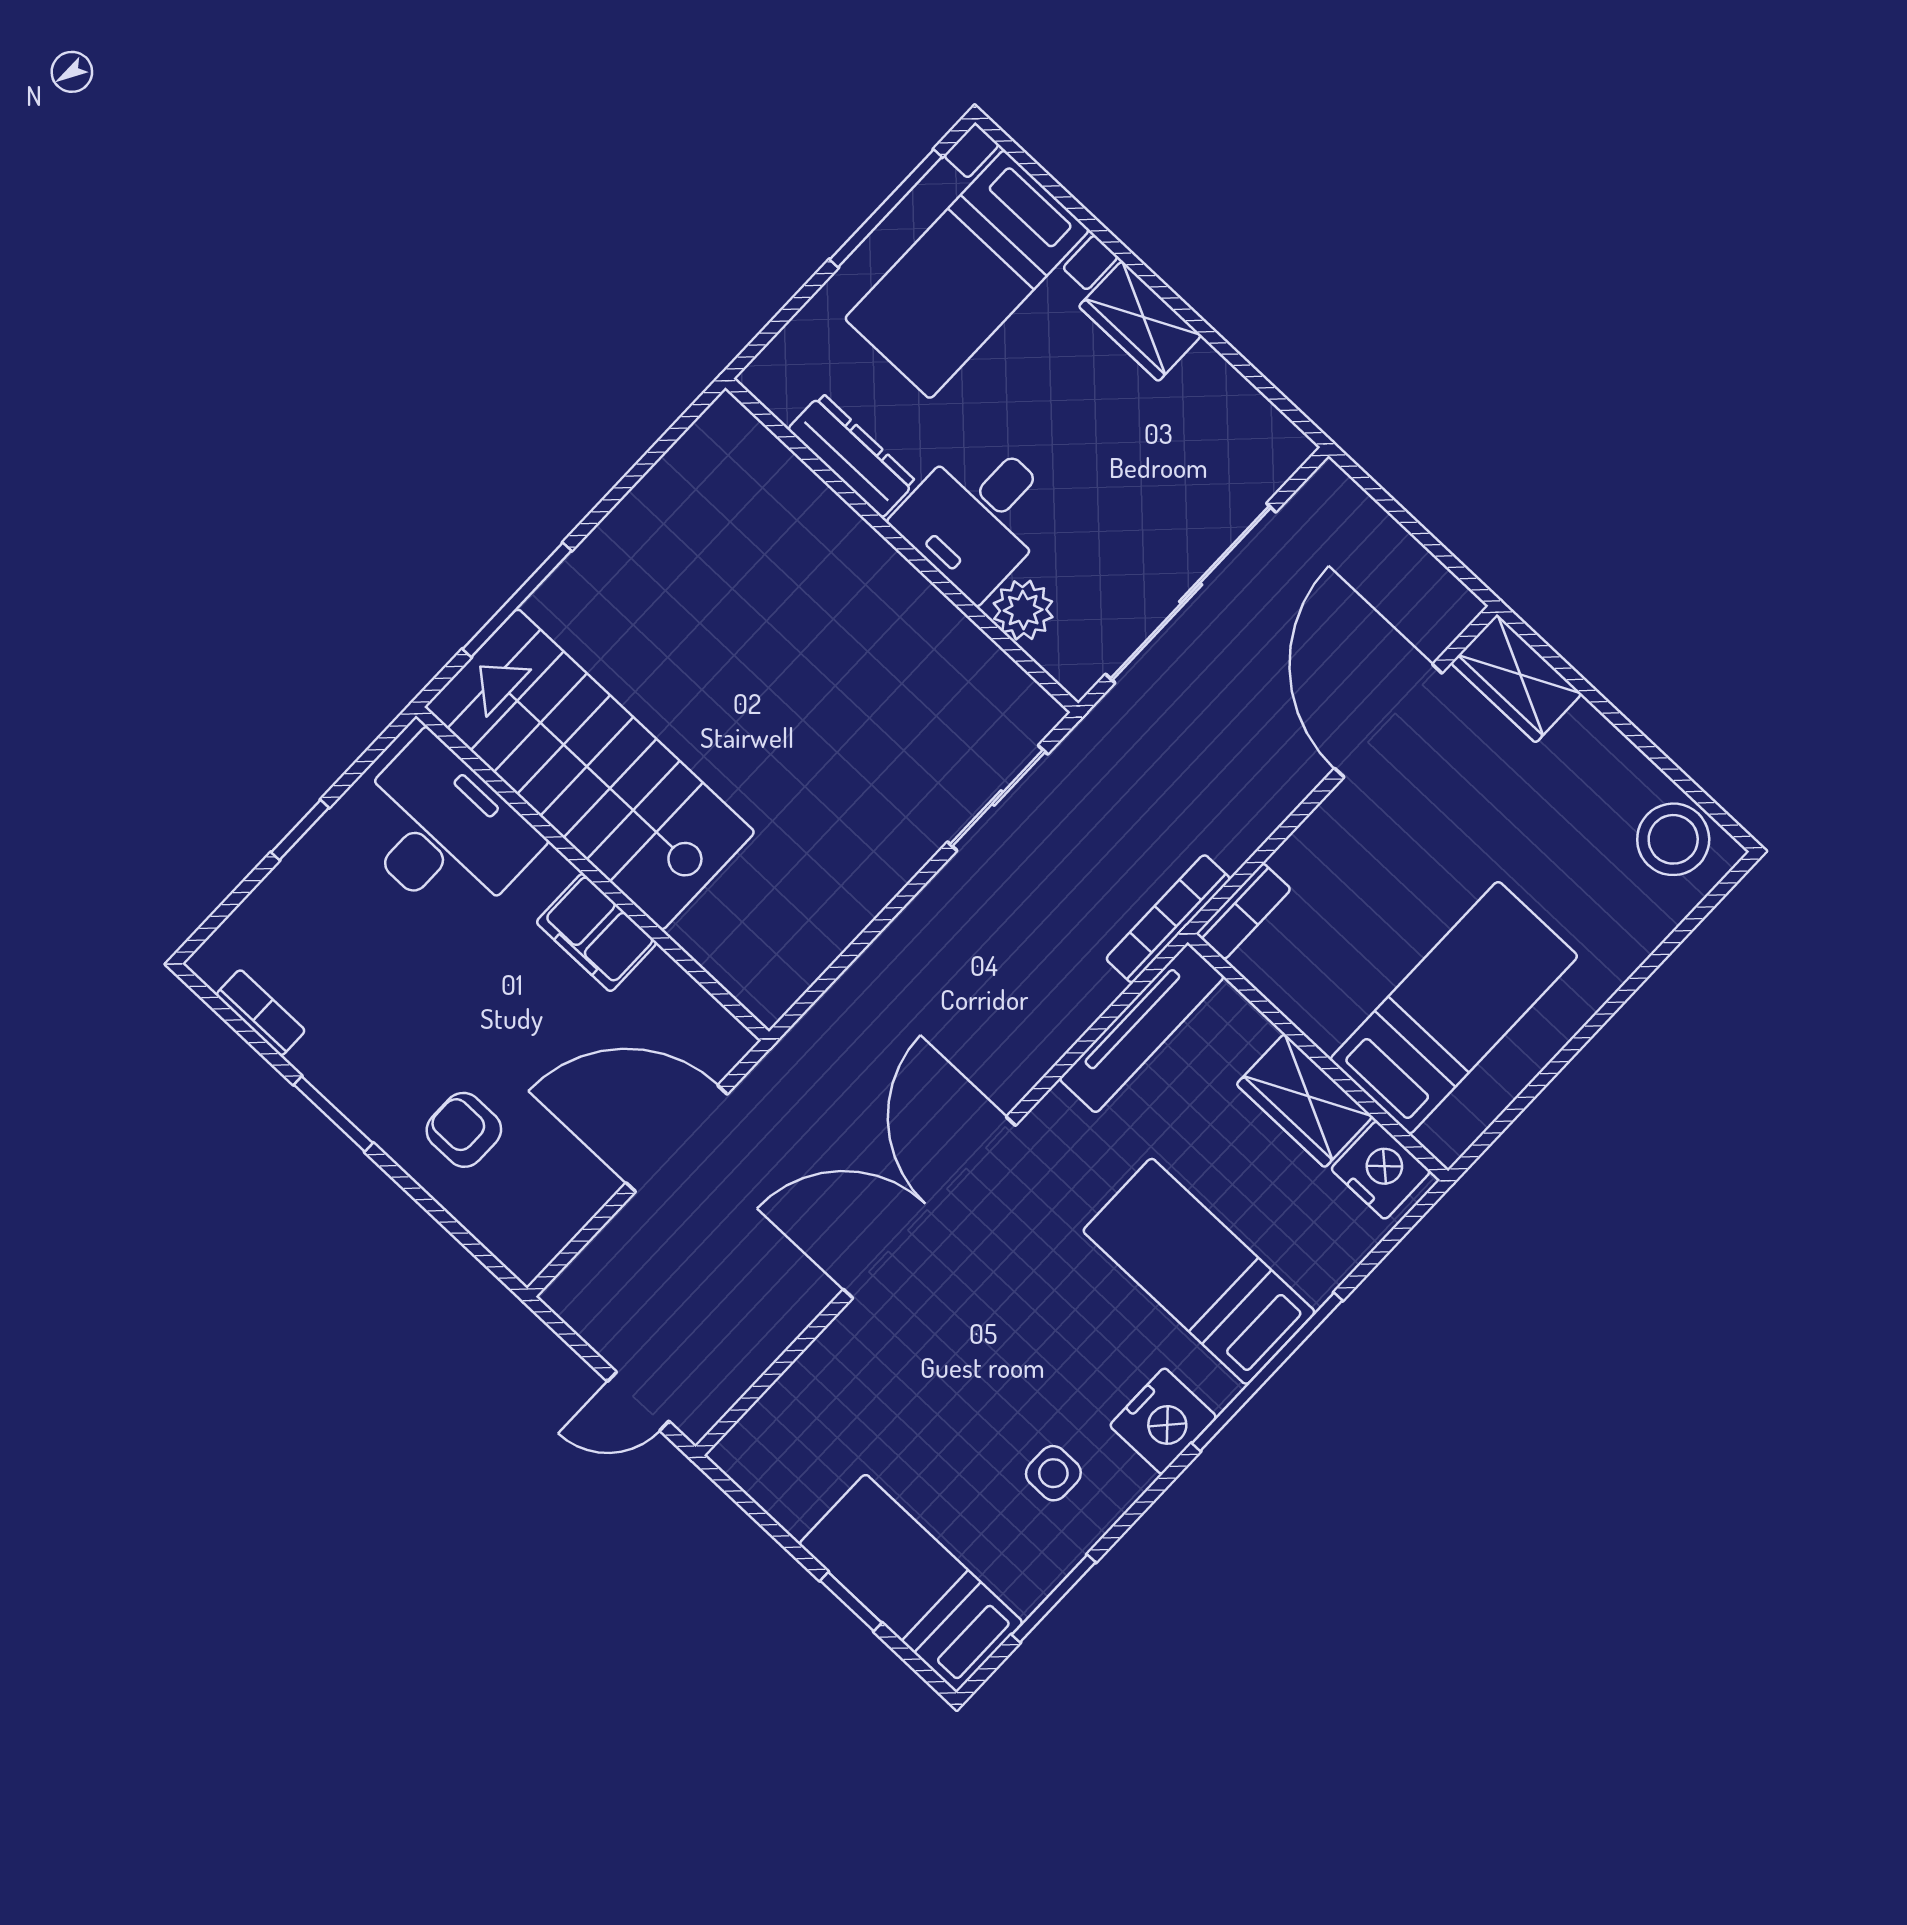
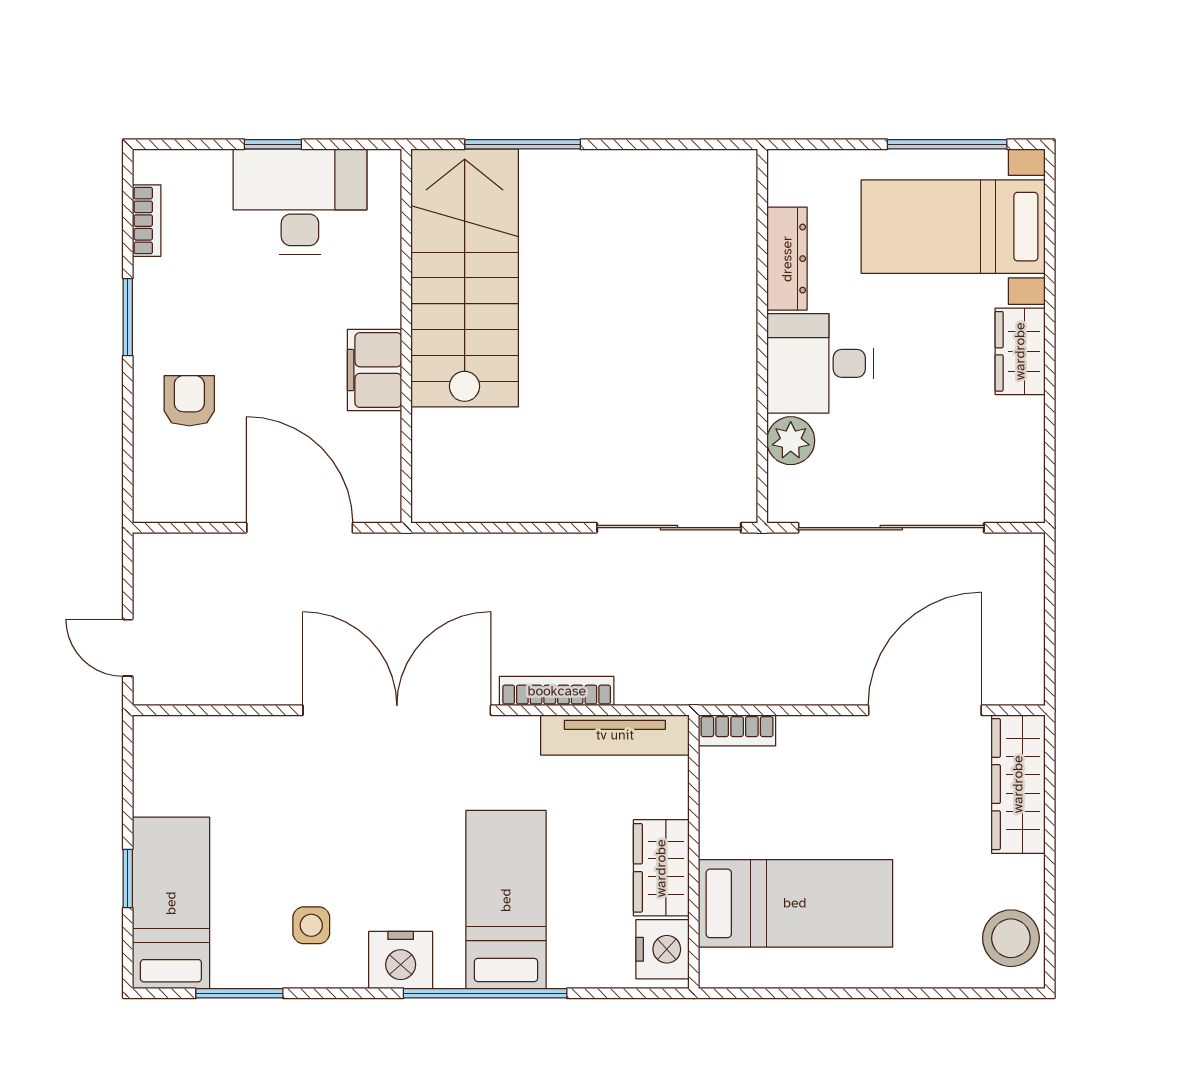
wardrobe: (1516, 678) -> (1018, 784), width x1.50
sliding door: (998, 798) -> (669, 528), width x1.37
desk: (442, 832) -> (300, 201), moved, turned -90
bookcase: (1168, 919) -> (557, 691), moved

